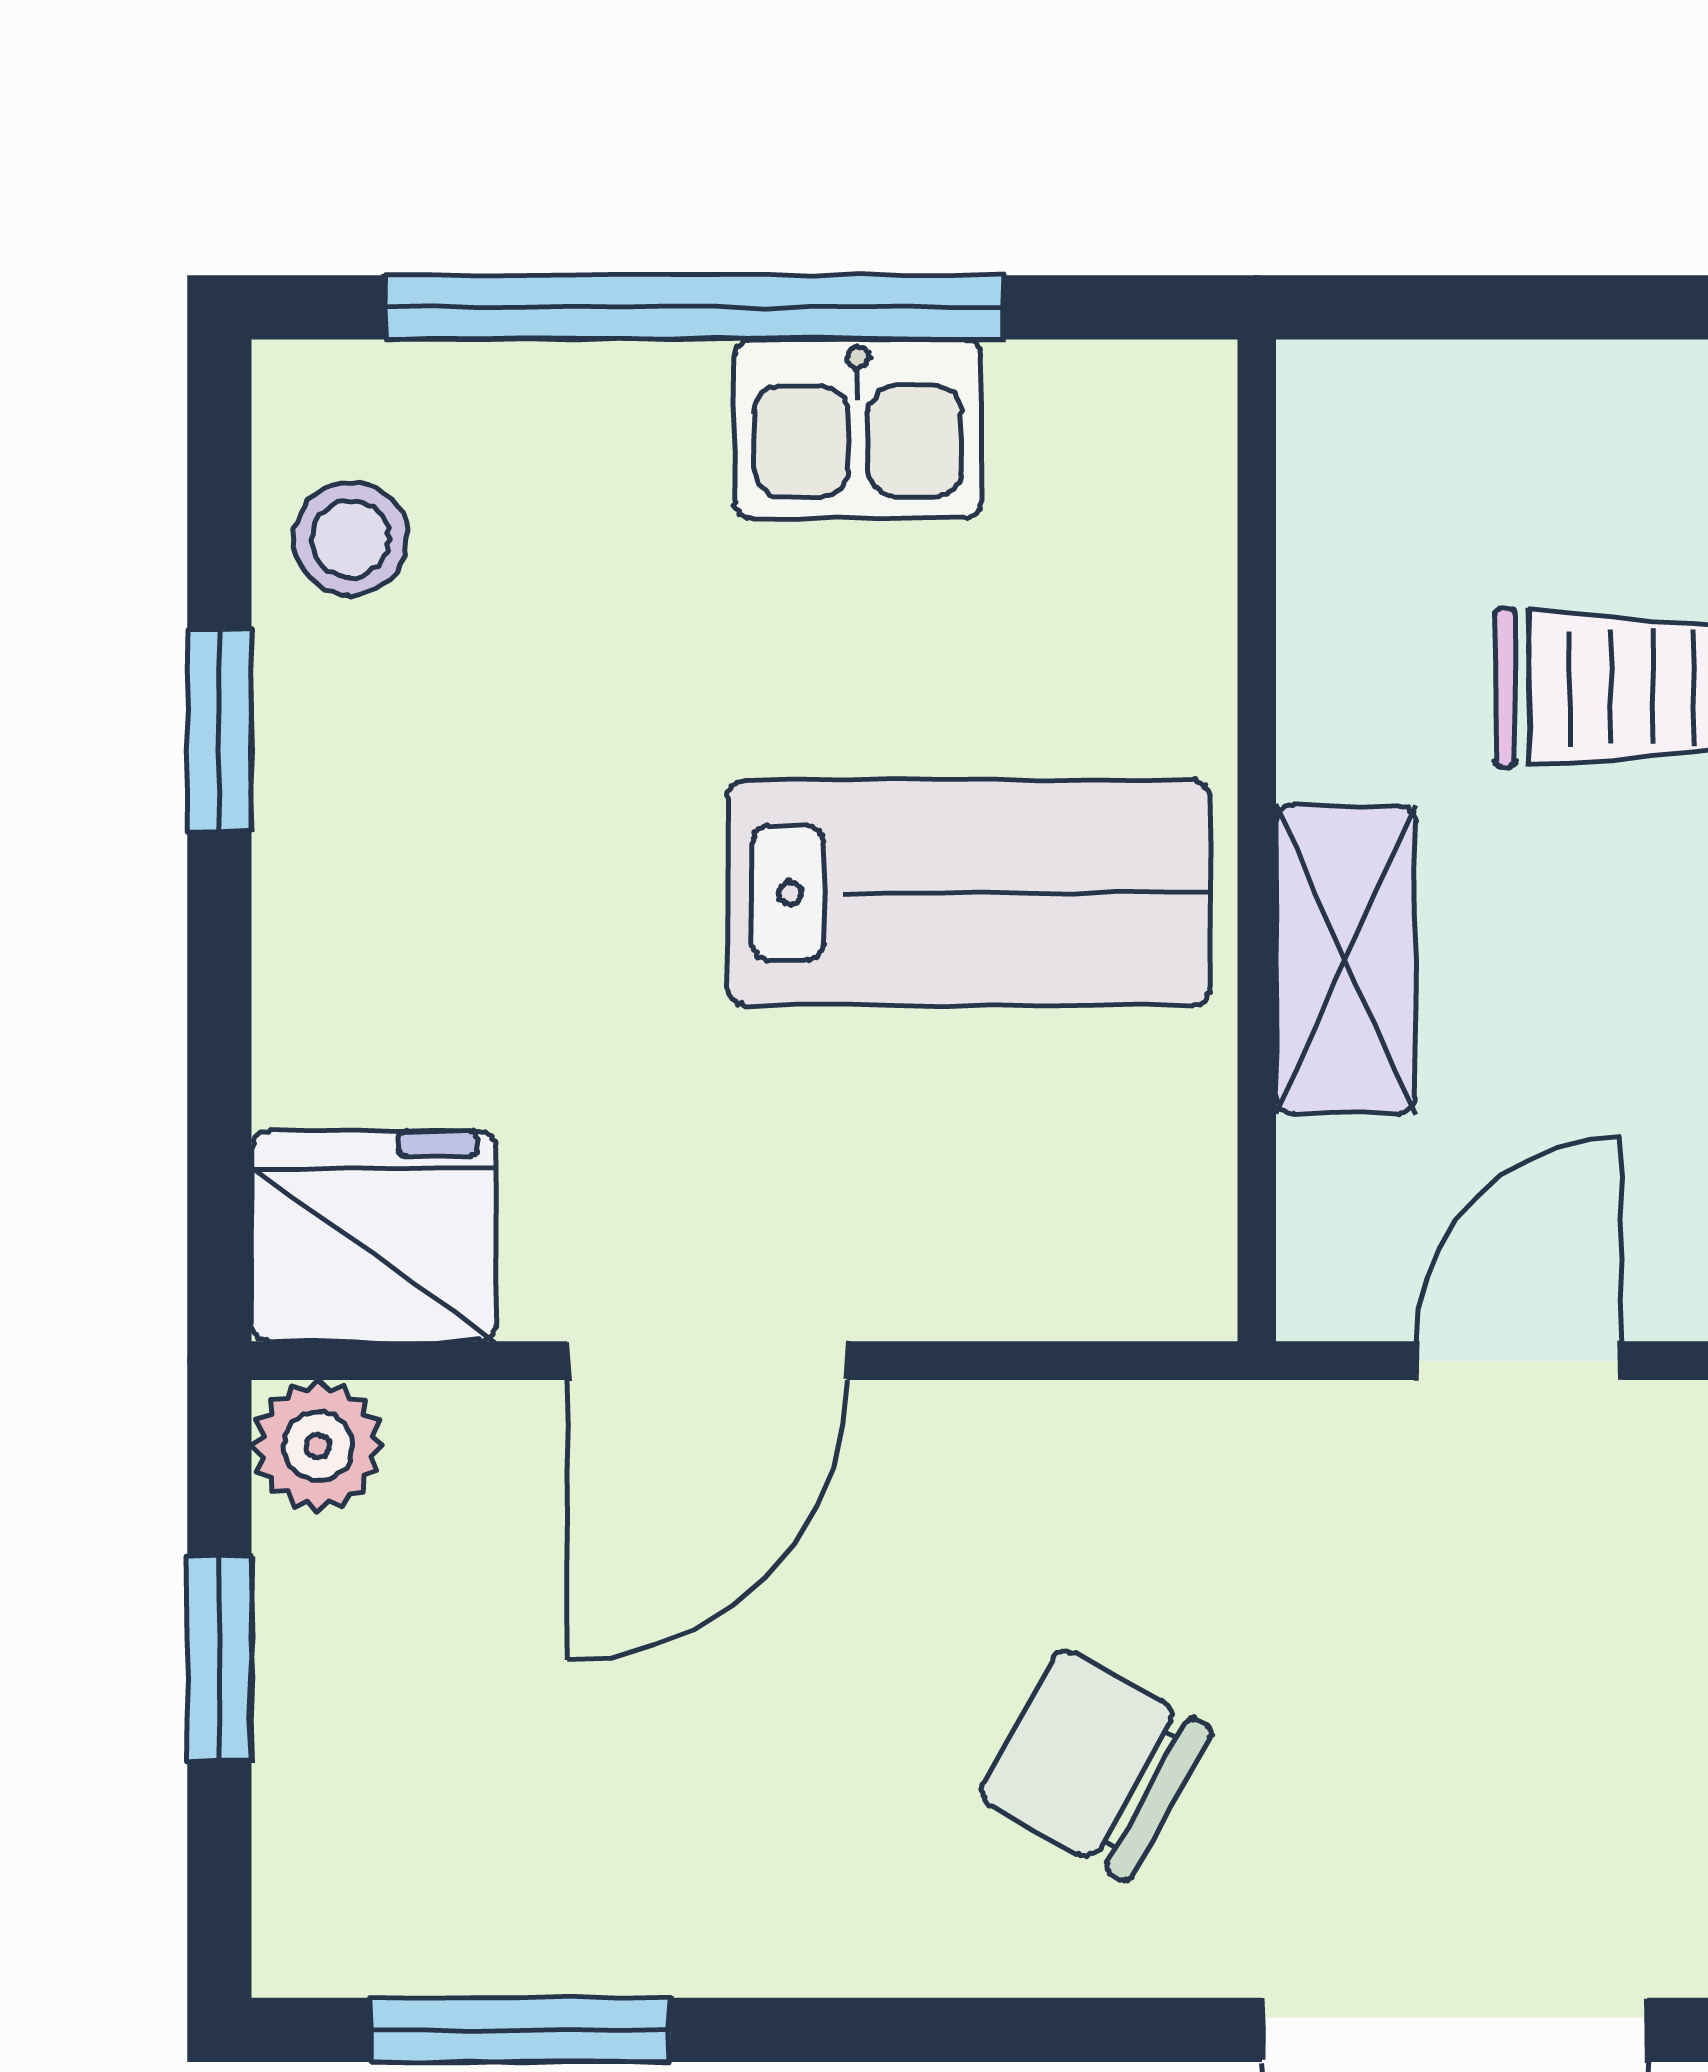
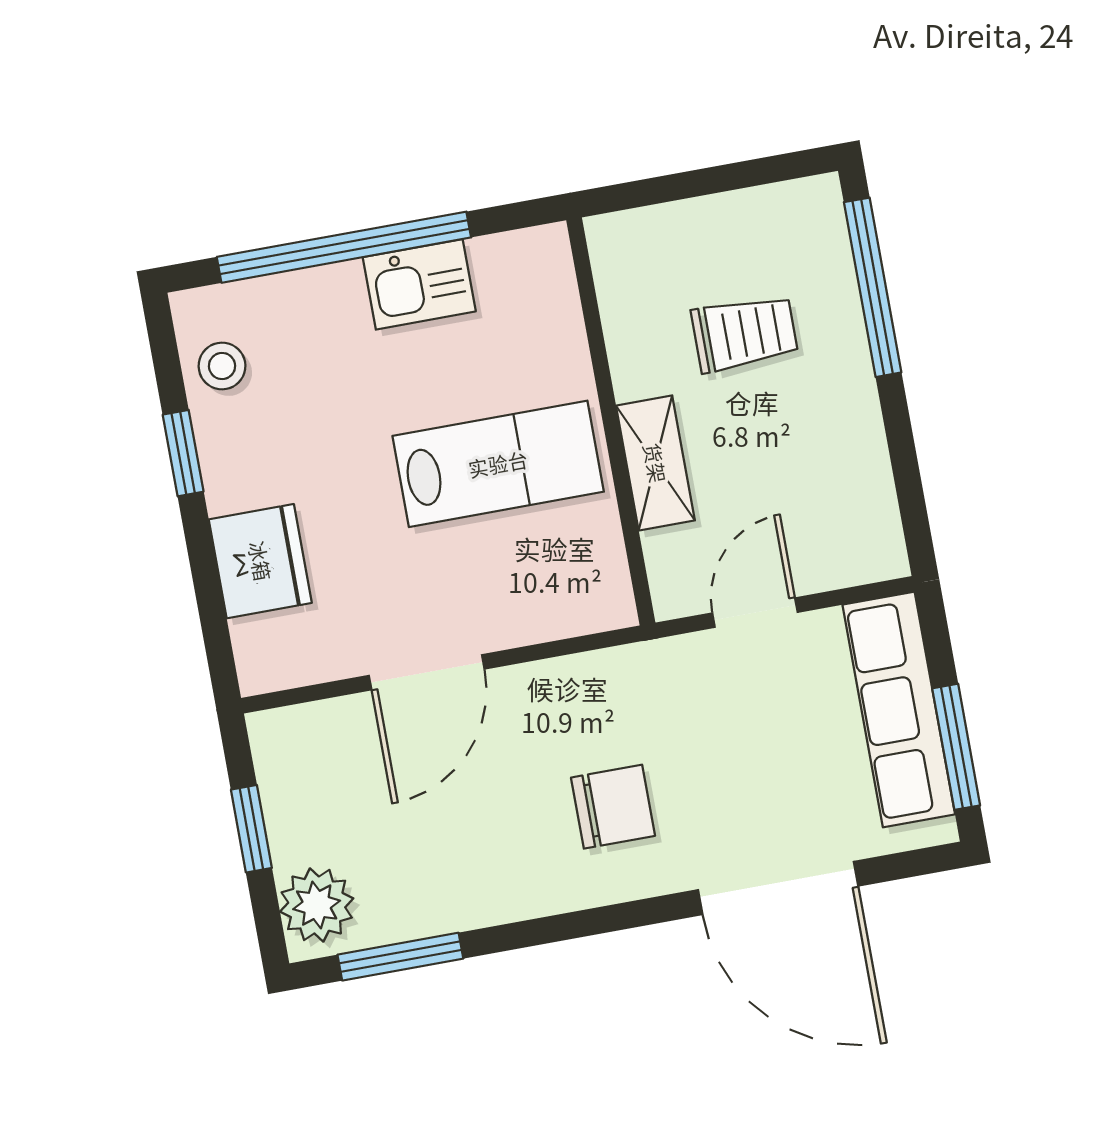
fridge: (374, 1236) -> (260, 561), moved, turned 90
plant: (318, 1446) -> (317, 905), moved, width x1.38, depth x1.38
chair: (1094, 1763) -> (613, 807), turned 151

